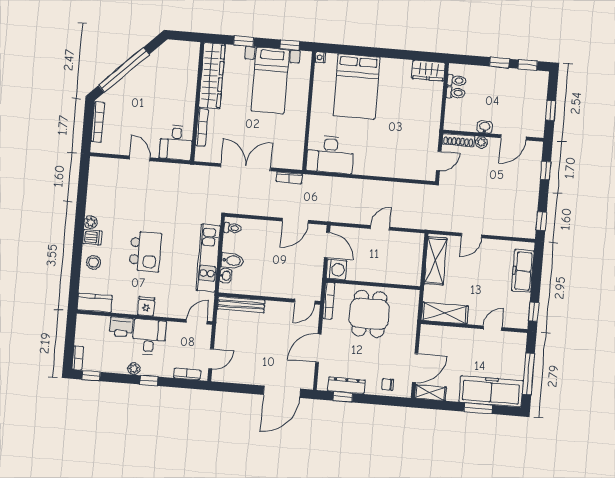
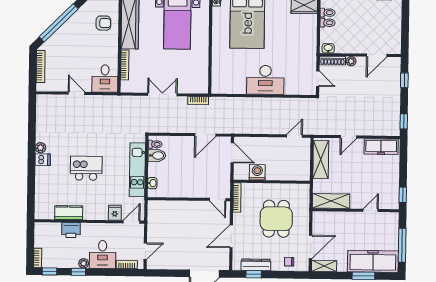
armchair: (179, 74) -> (103, 23), added
window: (550, 111) -> (405, 32), removed
washbasin: (485, 127) -> (328, 48), moved
desk: (330, 154) -> (265, 80), moved
door: (439, 161) -> (318, 79), hinge flipped
double door: (246, 167) -> (162, 95), width x0.73
door: (380, 228) -> (294, 136), moved
kitchen island: (145, 252) -> (86, 168), turned -90
bidet: (232, 260) -> (157, 156), moved
stool: (94, 262) -> (45, 180), removed
washing machine: (336, 270) -> (257, 172), moved, turned -90
freezer: (523, 271) -> (381, 147), moved, turned -90
door: (305, 302) -> (218, 200), hinge flipped
kitchen counter: (95, 303) -> (69, 213), moved
bench: (241, 305) -> (166, 206), removed
fridge: (146, 306) -> (115, 213), moved
dining table: (369, 314) -> (276, 219), moved
desk: (149, 337) -> (103, 254), moved, turned 180
window: (149, 381) -> (78, 272), moved

